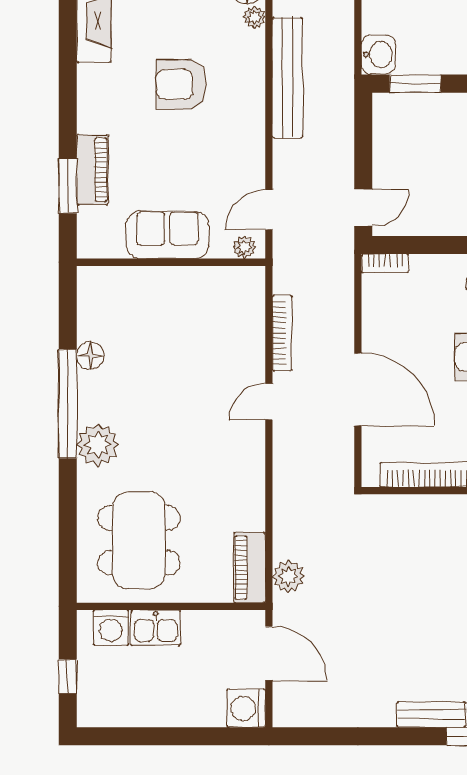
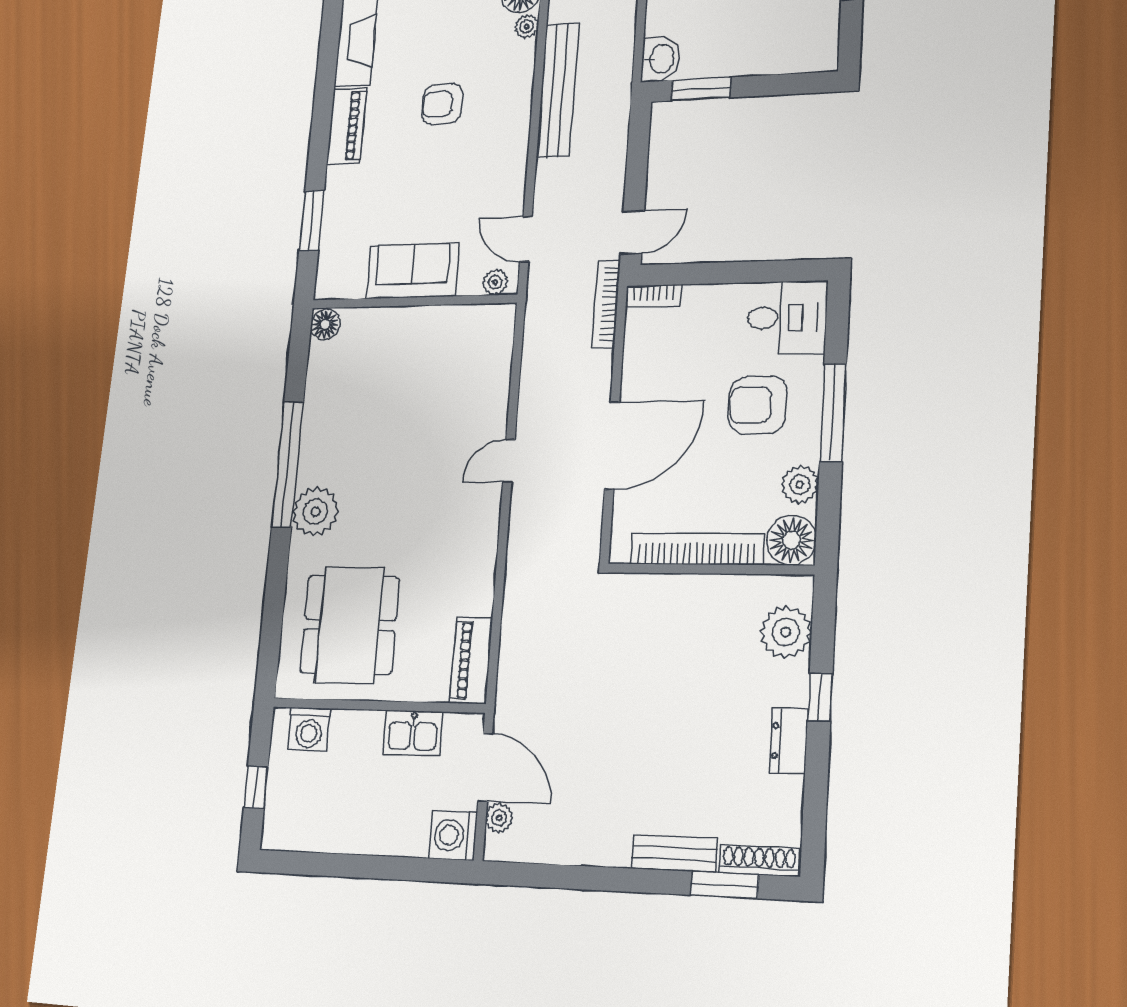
armchair: (182, 84) -> (442, 104), width x0.72, depth x0.72
piano: (92, 170) -> (346, 126), moved
door: (269, 210) -> (526, 239), hinge flipped
bookcase: (282, 333) -> (606, 304), moved, turned 180
floor lamp: (90, 356) -> (325, 324), moved
door: (358, 389) -> (612, 445), hinge flipped
plant: (288, 576) -> (499, 818), moved, width x0.73, depth x0.73
kitchen sink: (156, 628) -> (413, 733), moved

